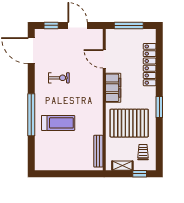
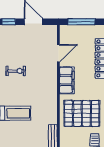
door: (104, 59) -> (58, 53), swing flipped

